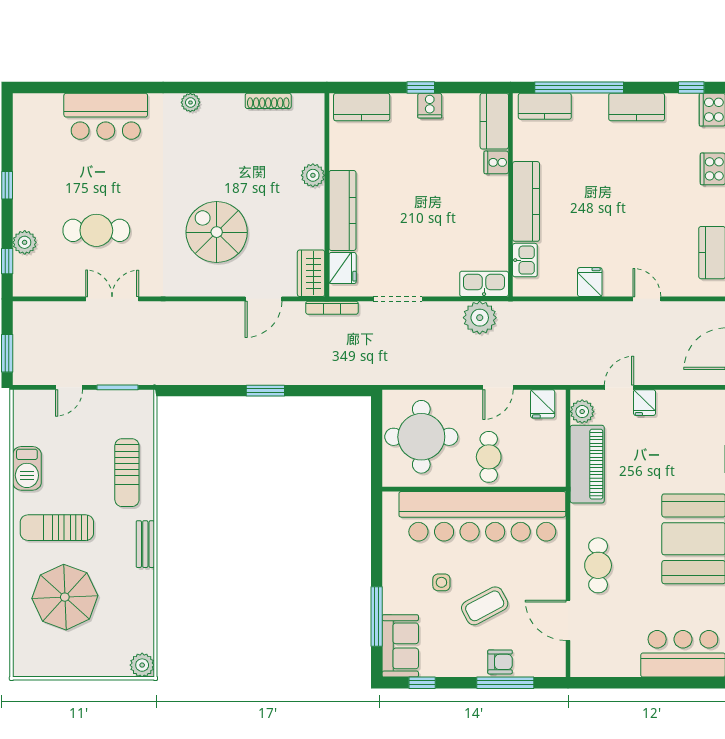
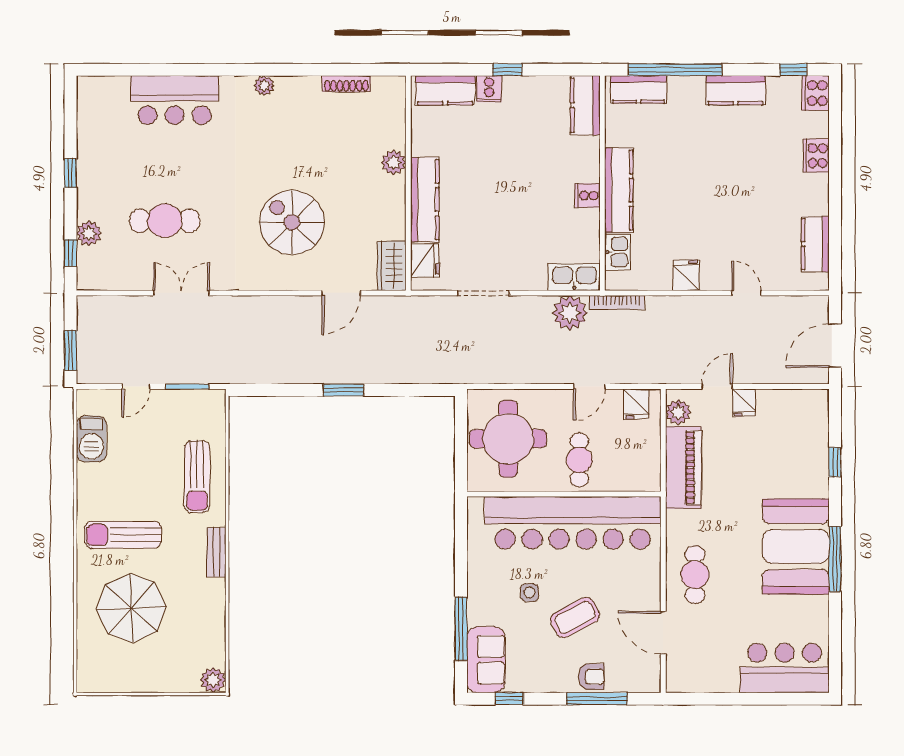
cooker: (430, 106) -> (489, 89), moved
cooker: (496, 162) -> (587, 196), moved
bookcase: (332, 308) -> (617, 302), moved
barbecue: (27, 468) -> (91, 439), moved

